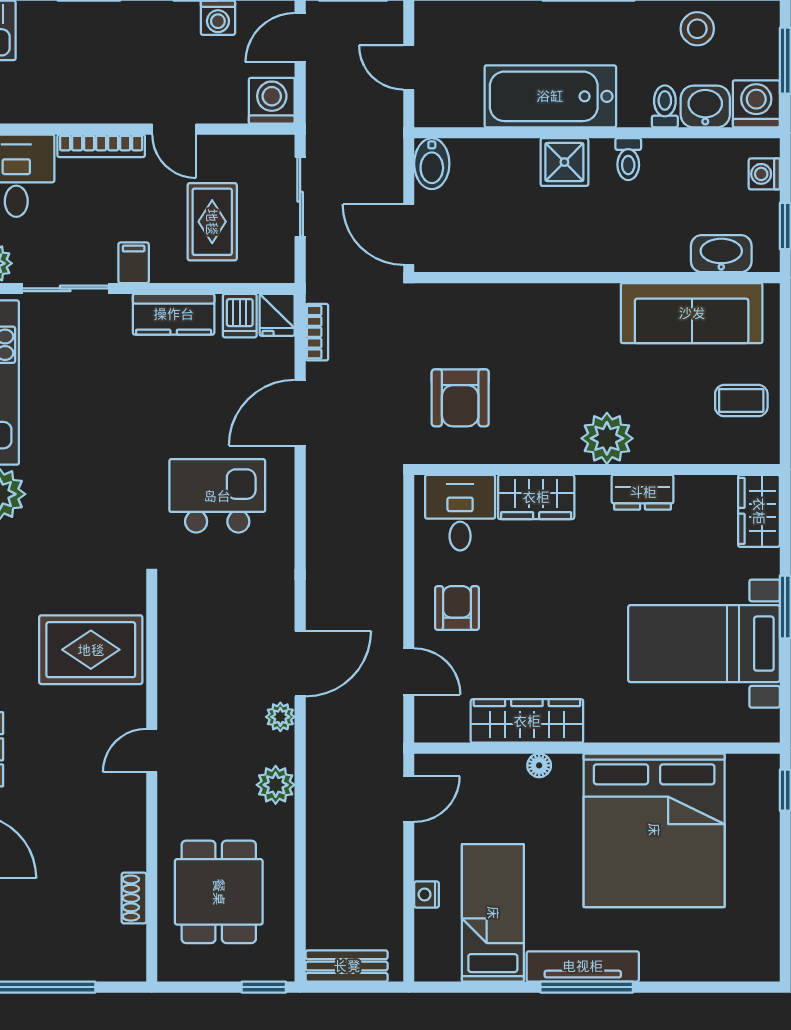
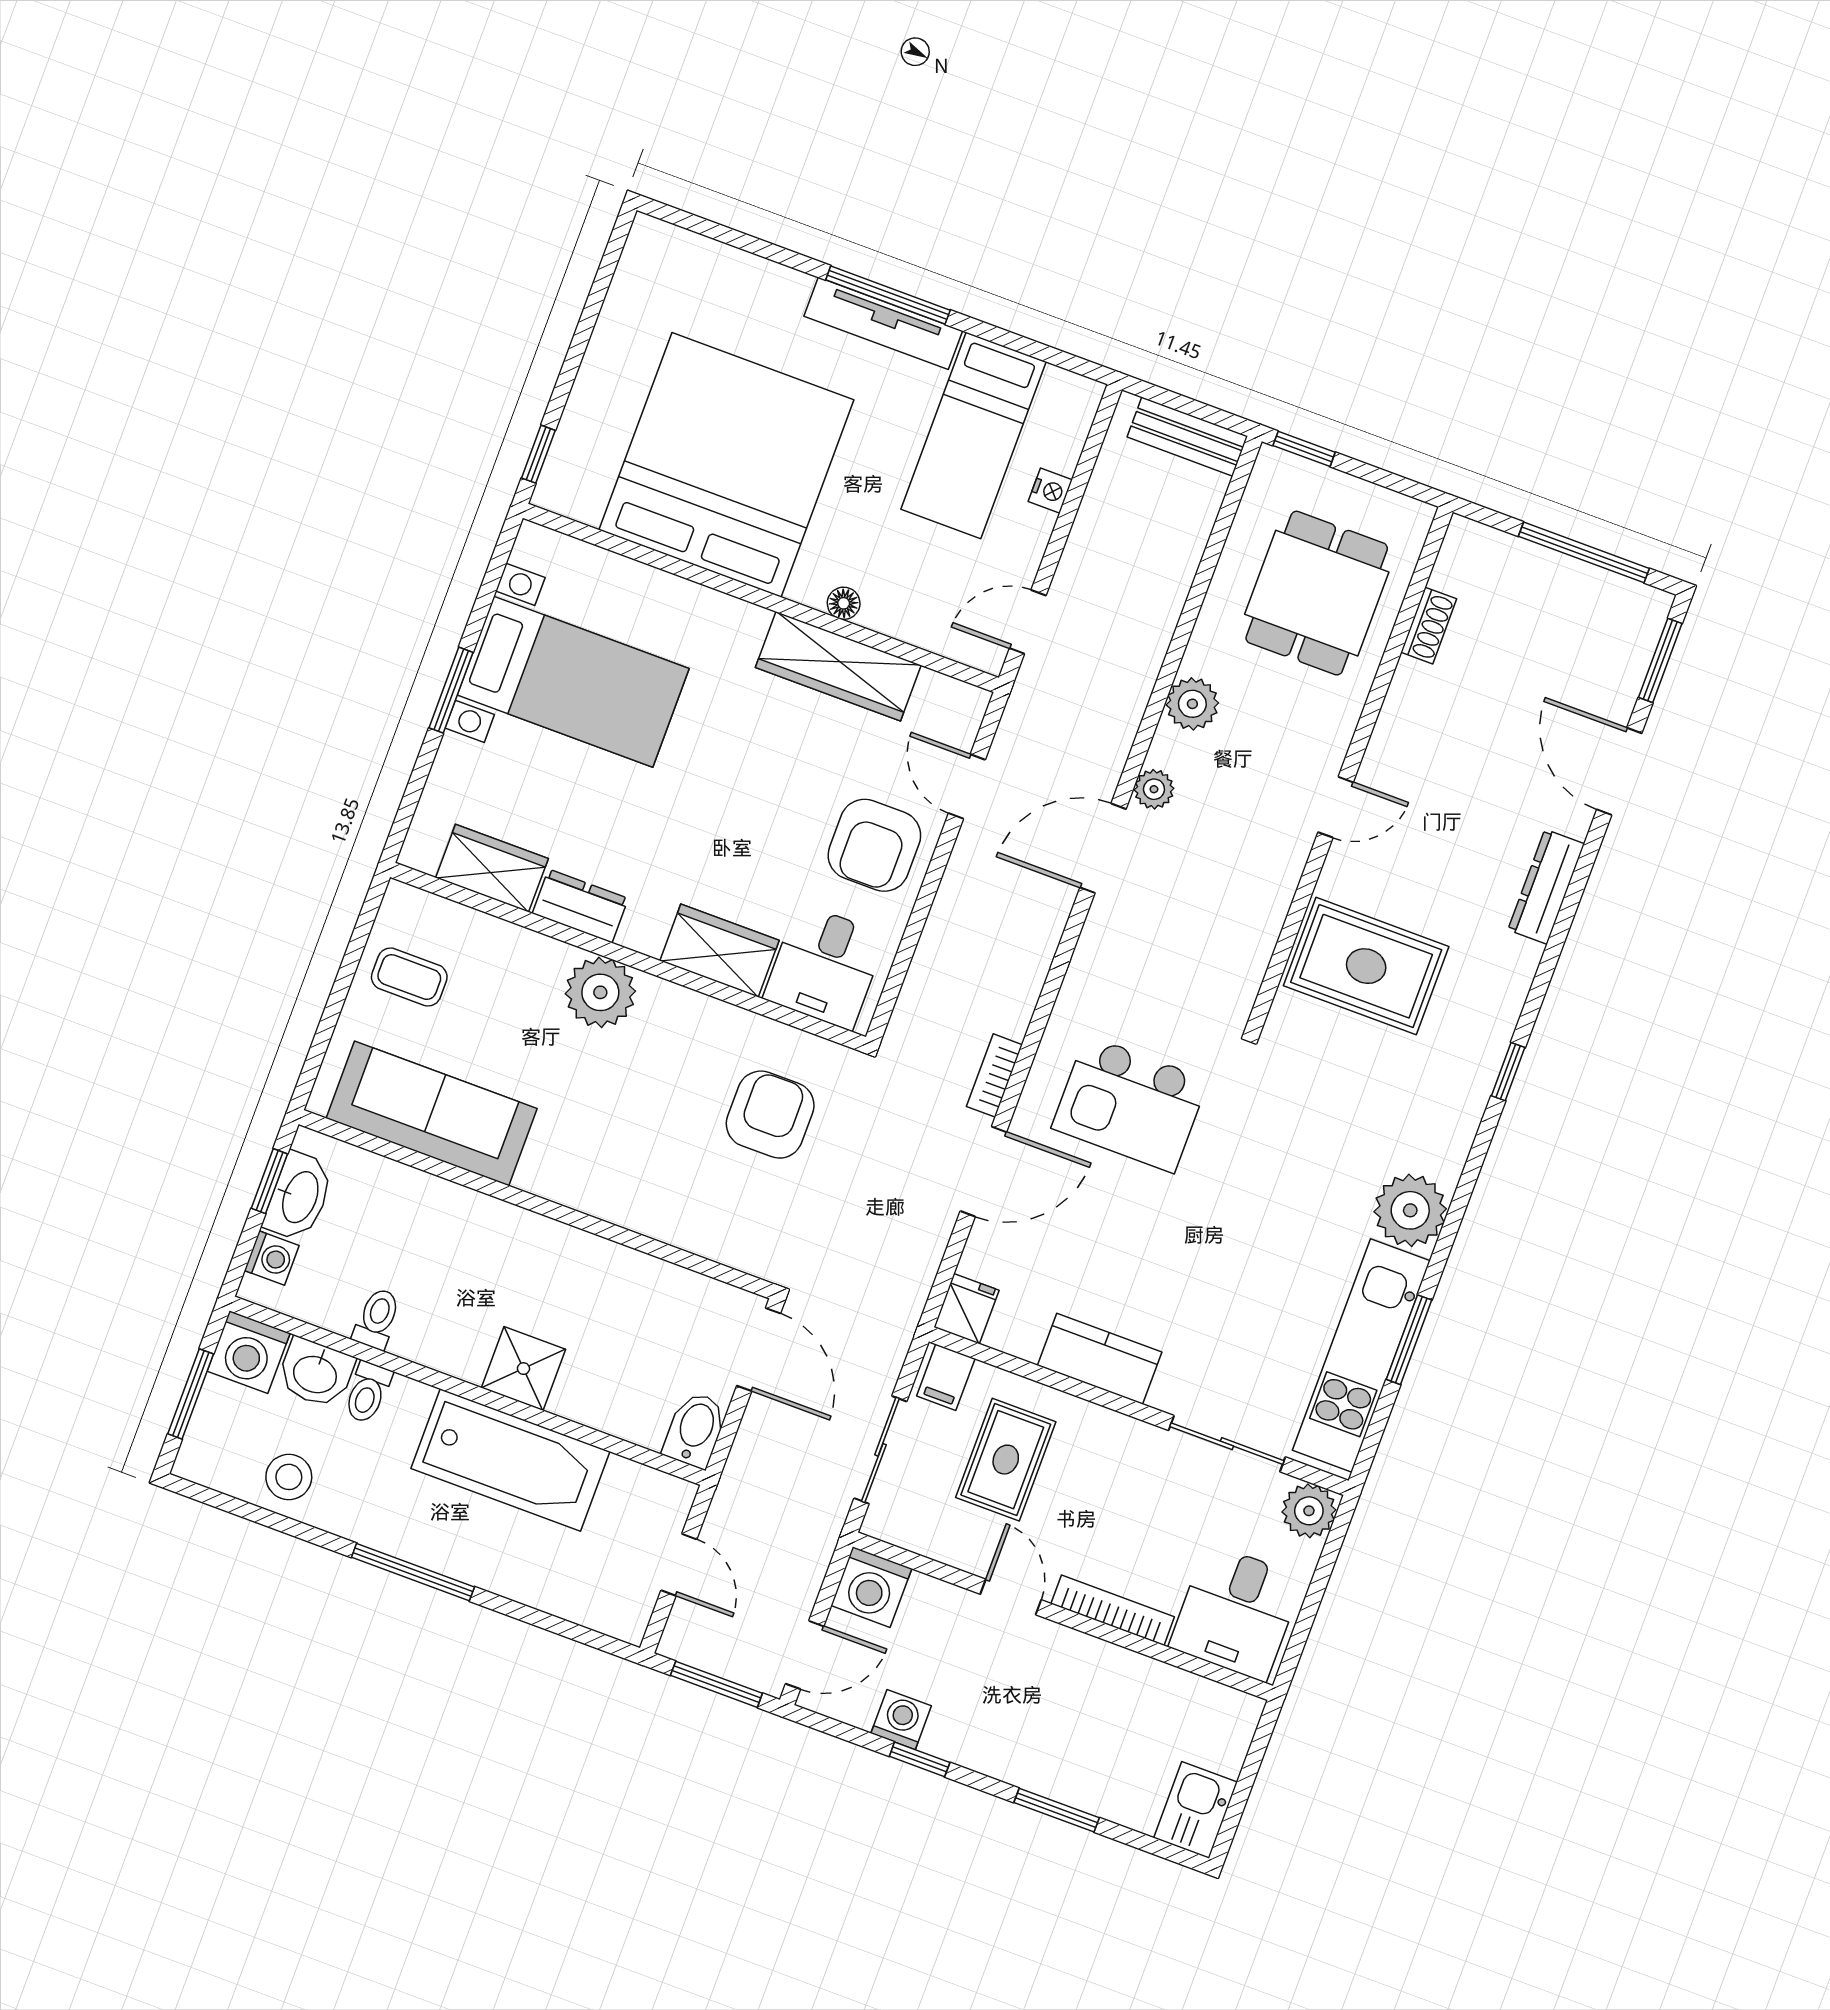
toilet: (628, 159) -> (377, 1319), moved
washbasin: (721, 254) -> (299, 1197), moved, turned -90
filing cabinet: (134, 263) -> (946, 1377), moved
dishwasher: (240, 316) -> (1015, 1325), removed
bookcase: (317, 332) -> (994, 1076), moved
wardrobe: (759, 511) -> (492, 868), moved, turned -90
armchair: (457, 608) -> (874, 845), width x1.38, depth x1.38

